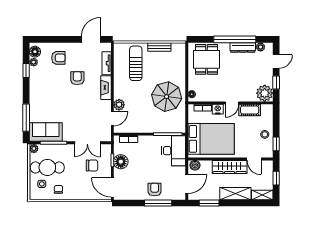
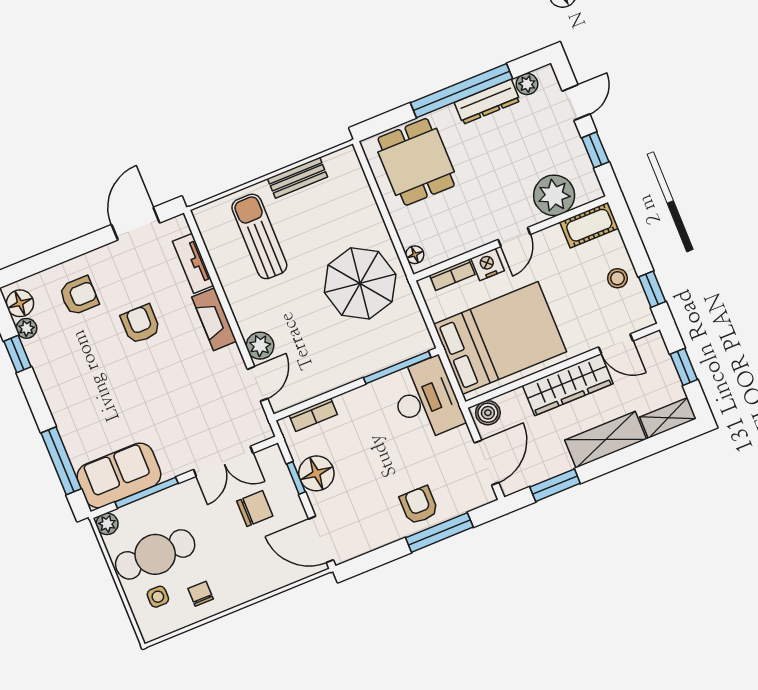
plant: (265, 93) -> (554, 195), moved
cot: (250, 110) -> (589, 225), moved

